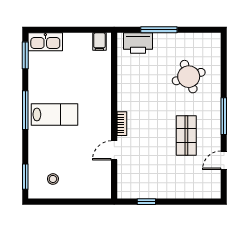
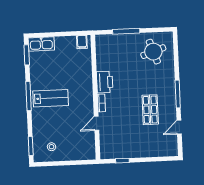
printer: (138, 43) -> (105, 82), moved, turned -90
round table: (189, 77) -> (153, 52), moved

